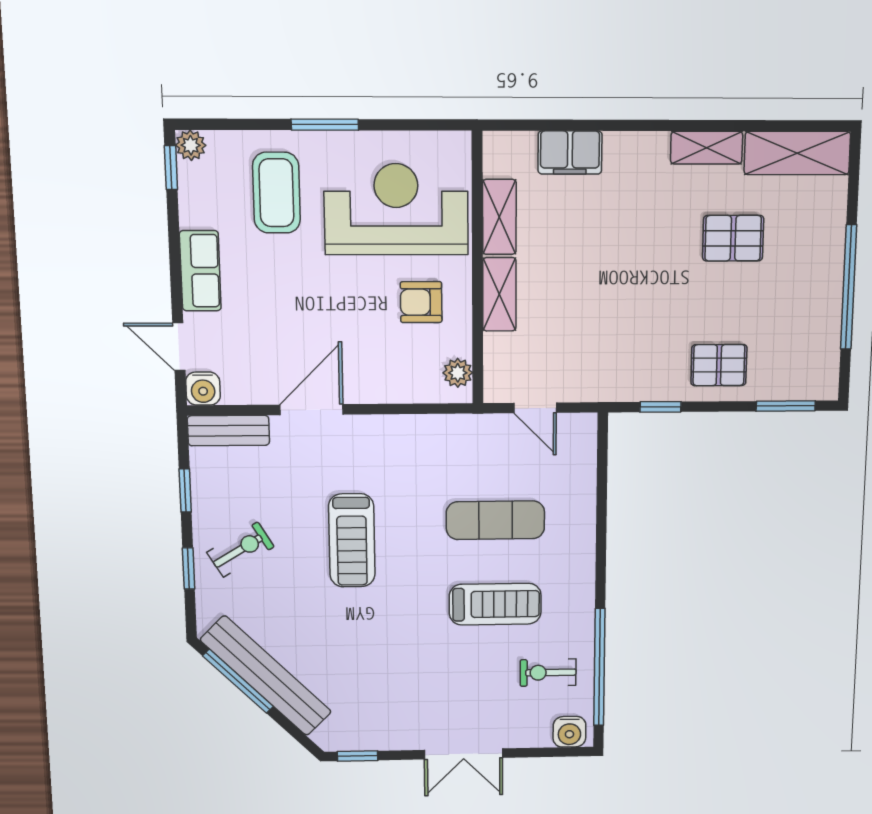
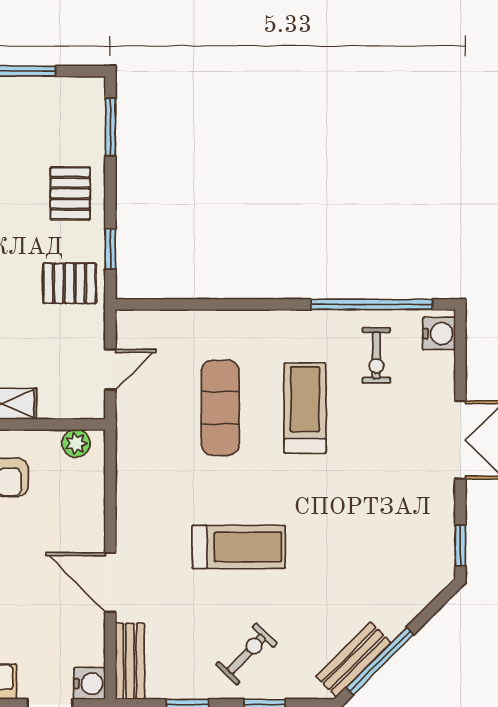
pallet: (626, 365) -> (70, 283), added
exercise bike: (240, 550) -> (246, 654), turned 75
bench: (266, 676) -> (353, 660), width x0.54, depth x0.82

